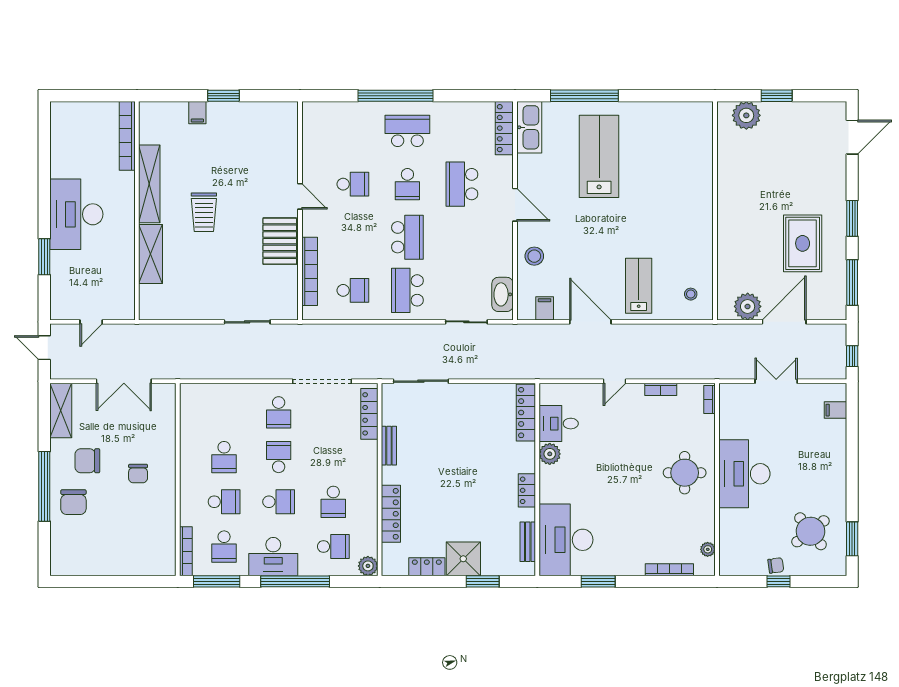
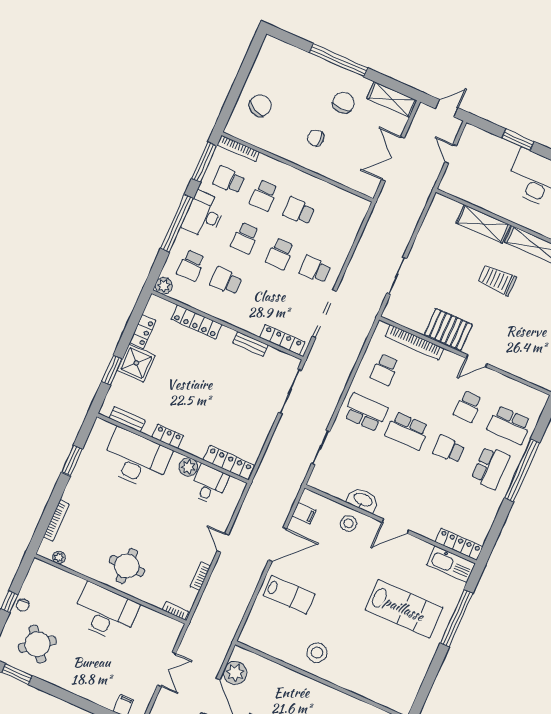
school desk: (462, 184) -> (509, 425), moved, turned 180
washbasin: (503, 294) -> (363, 500), moved
stool: (691, 294) -> (317, 653), moved, width x1.89, depth x1.89
school desk: (279, 457) -> (280, 254), turned 90
chair: (73, 502) -> (260, 106), moved, turned 117
desk: (566, 540) -> (136, 459), moved

